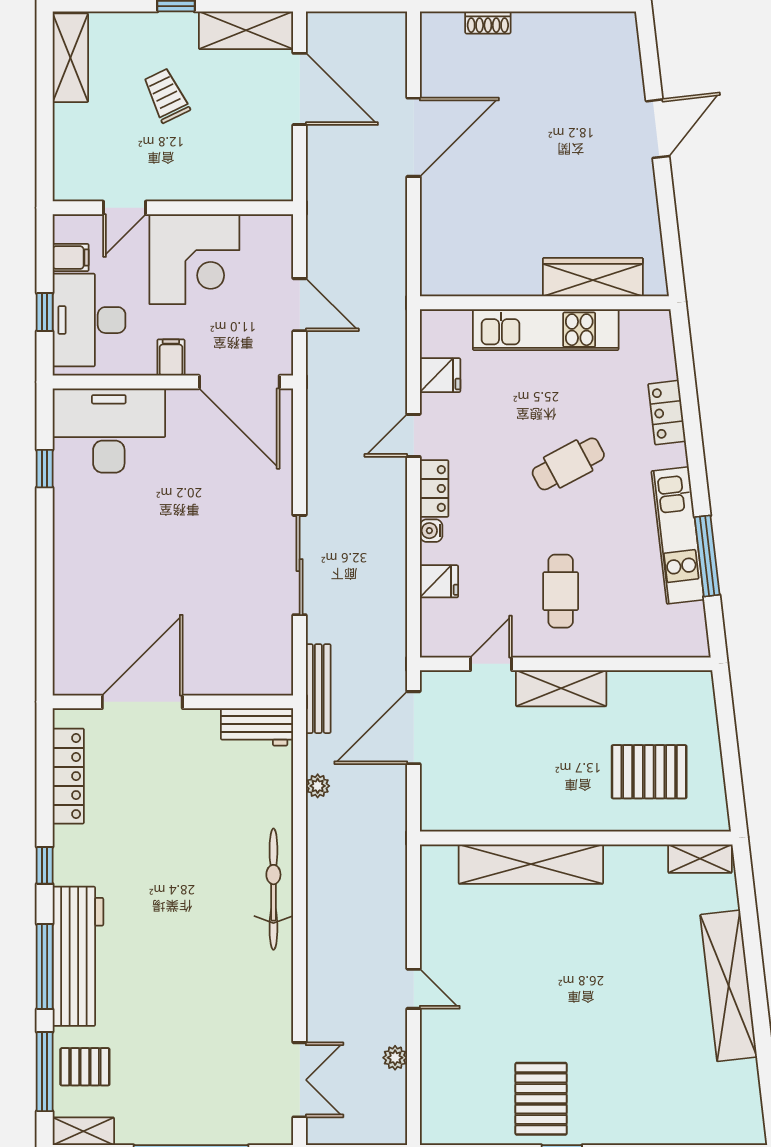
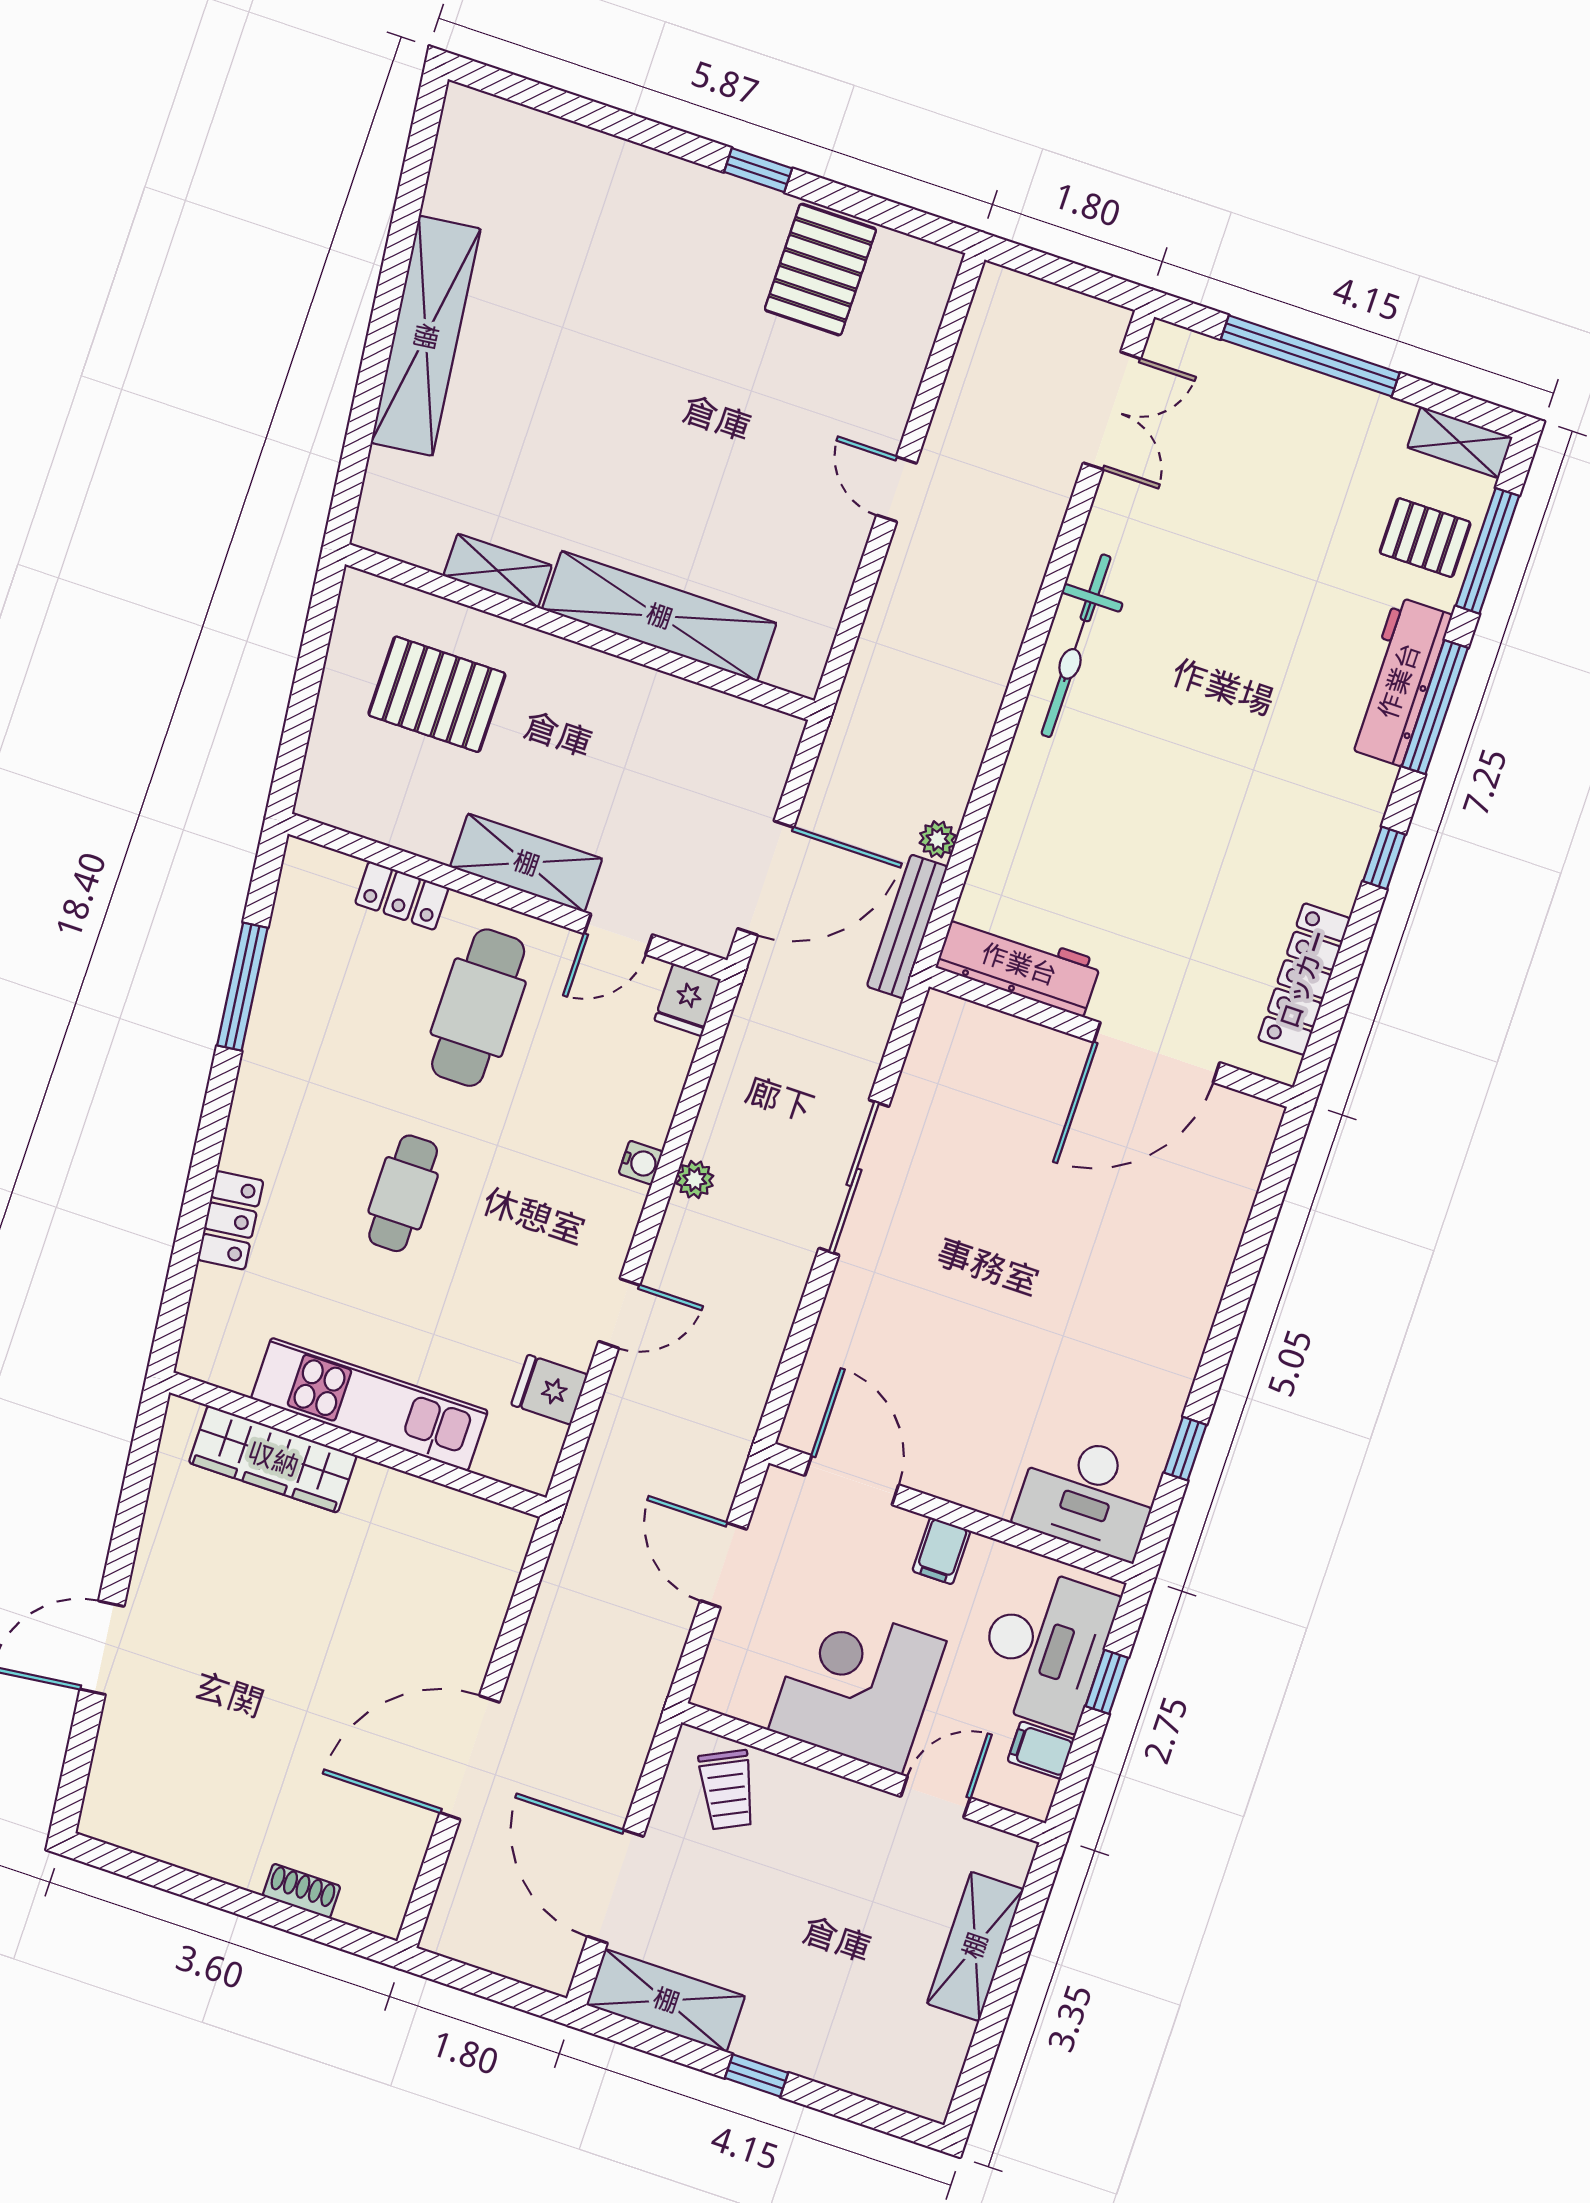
shelving: (70, 58) -> (975, 1946), moved
trolley: (166, 95) -> (727, 1790), moved
door: (239, 382) -> (852, 1480), width x0.73
desk: (109, 431) -> (1088, 1495), width x0.73, depth x0.77
cafe table: (568, 464) -> (403, 1193), turned -62
locker: (434, 488) -> (402, 896), moved, turned -90
kitchen unit: (678, 535) -> (276, 1032), removed
fridge: (439, 581) -> (688, 1000), moved, turned -90
cafe table: (561, 591) -> (478, 1008), width x1.37, depth x1.35
bench: (318, 689) -> (907, 926), moved
workbench: (257, 727) -> (1019, 964), width x1.38
shelving: (700, 859) -> (498, 571), moved
bicycle: (273, 889) -> (1076, 646), moved
workbench: (78, 956) -> (1399, 681), width x0.73, depth x0.76
plant: (395, 1058) -> (695, 1180), moved
double door: (300, 1080) -> (1112, 411), swing flipped
pallet: (541, 1099) -> (820, 270), moved

